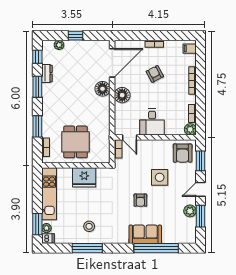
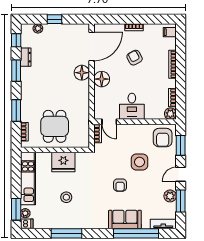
stool: (89, 226) -> (66, 197), moved
tv unit: (183, 239) -> (163, 224), added

